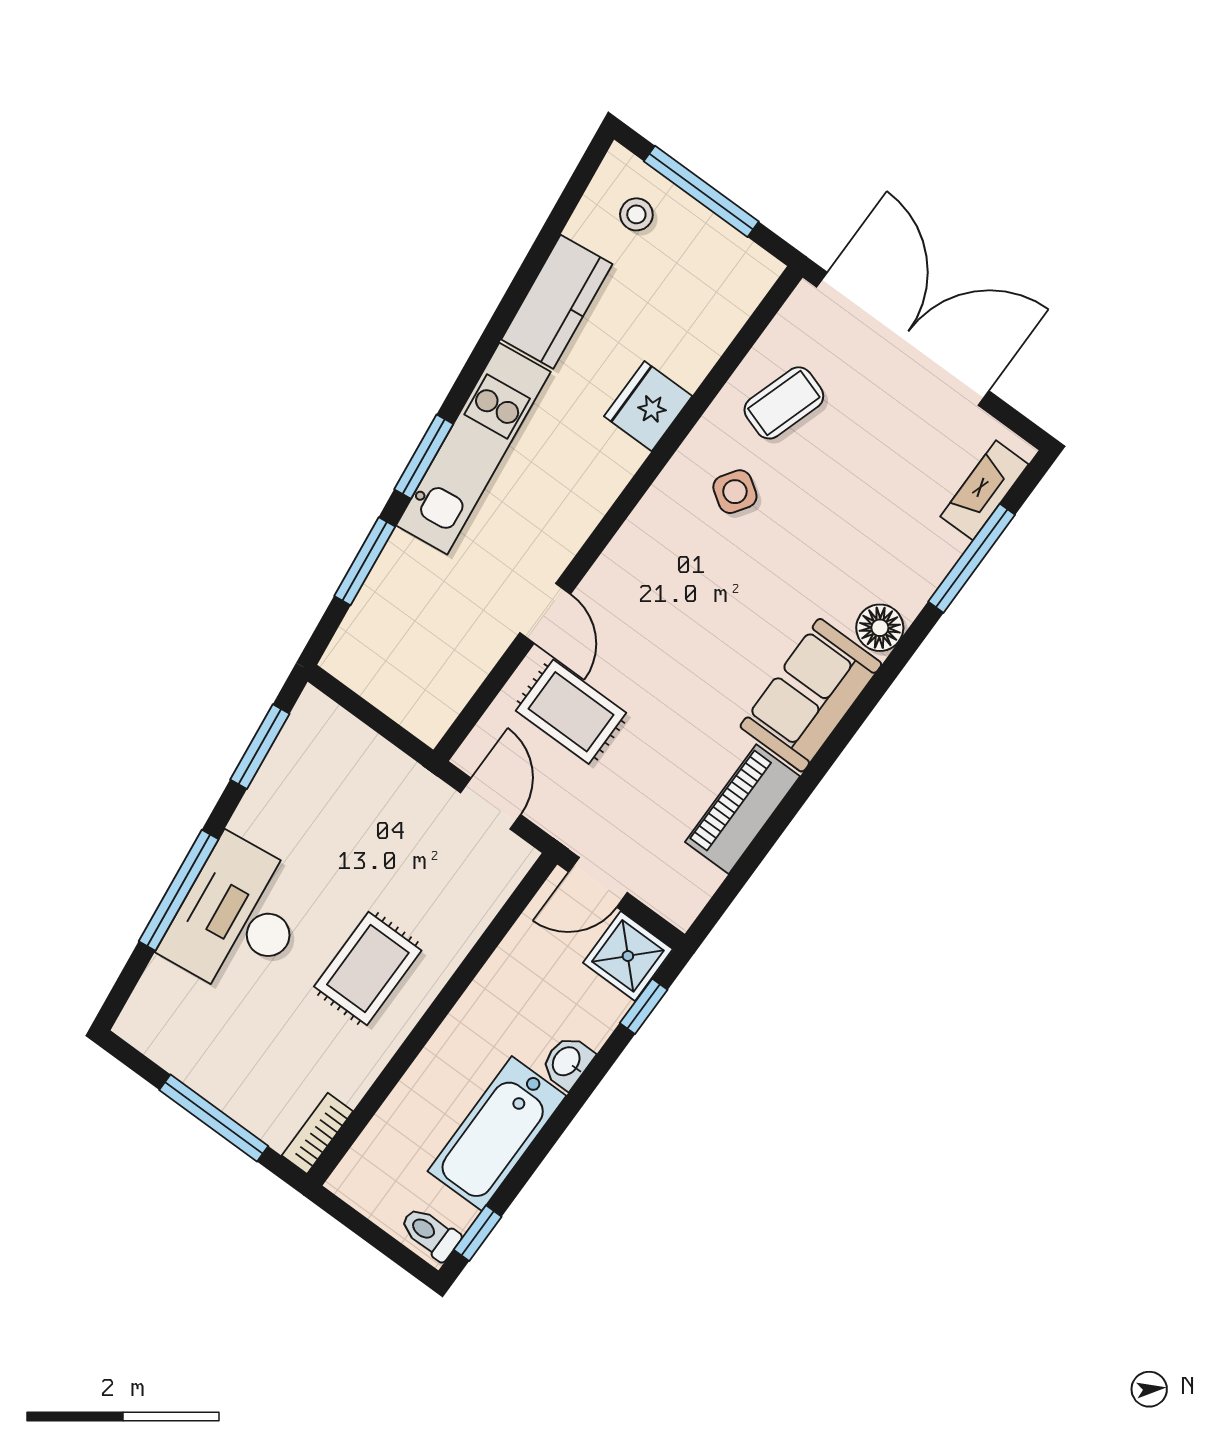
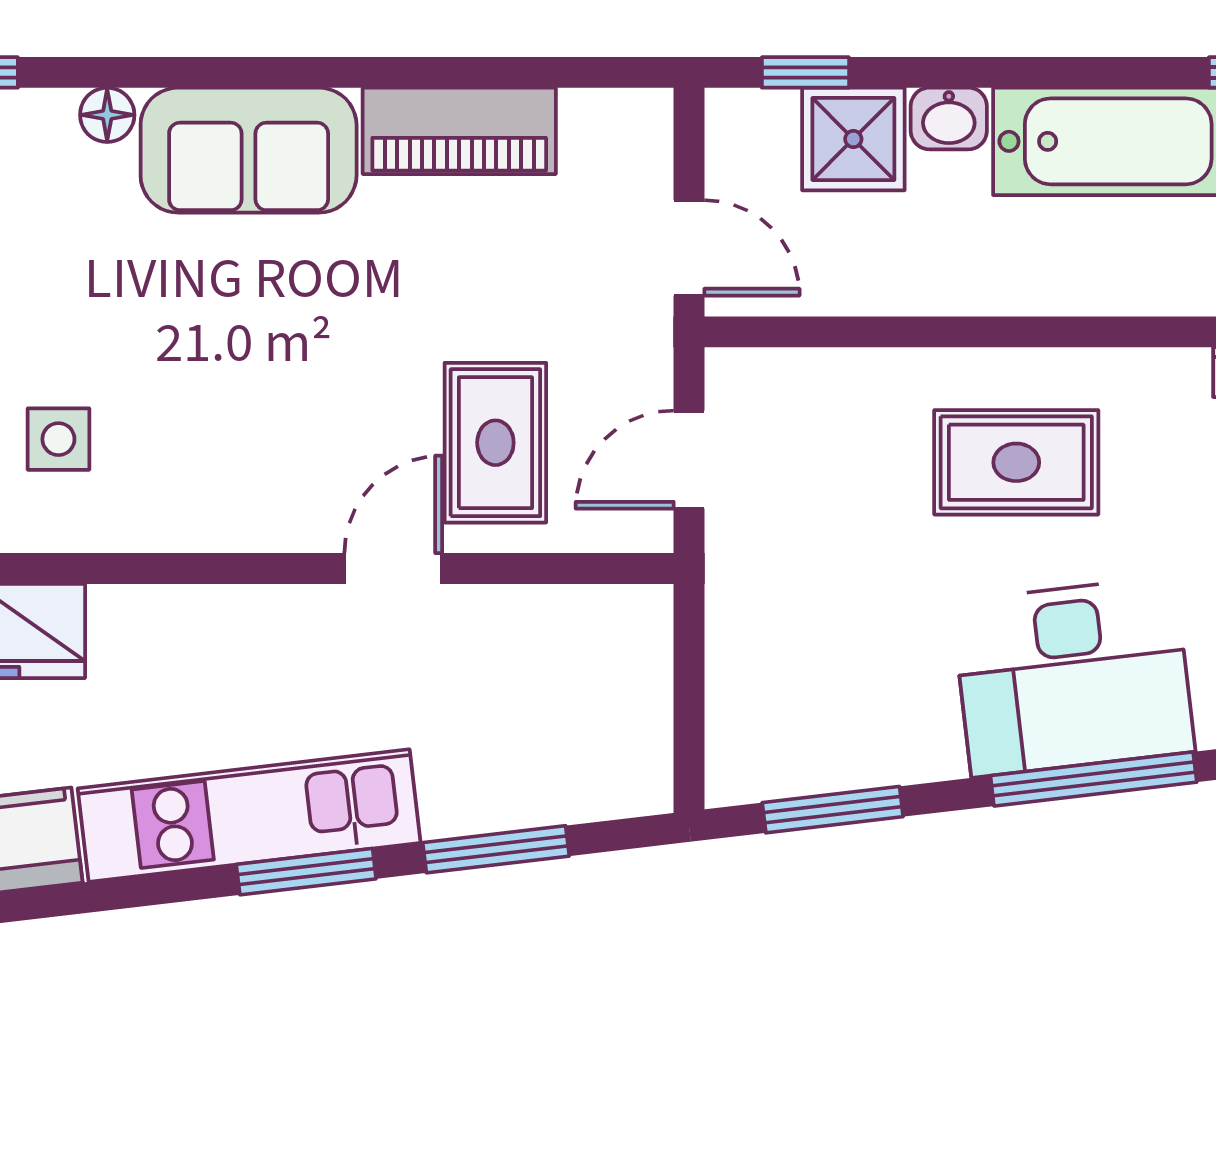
side table: (735, 492) -> (58, 439), turned -34
floor lamp: (880, 628) -> (107, 115), width x0.73, depth x0.73
shower: (628, 956) -> (853, 139), moved

